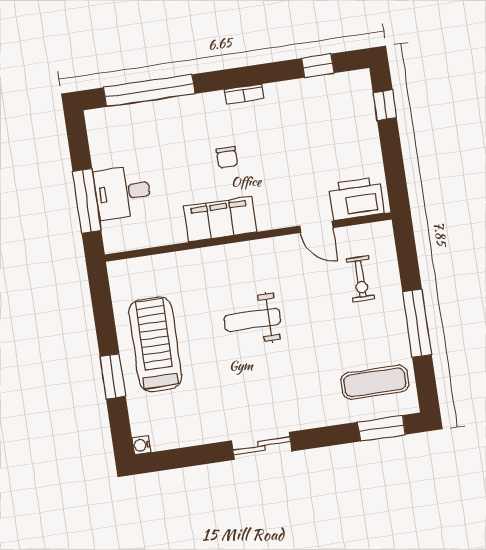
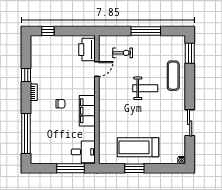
window: (318, 66) -> (26, 75), moved
desk: (123, 192) -> (83, 152), moved, turned -90
weight bench: (252, 320) -> (145, 88), moved, turned -90
window: (113, 376) -> (134, 168), moved
exercise mat: (375, 382) -> (173, 76), moved
sliding door: (262, 446) -> (190, 123), moved

